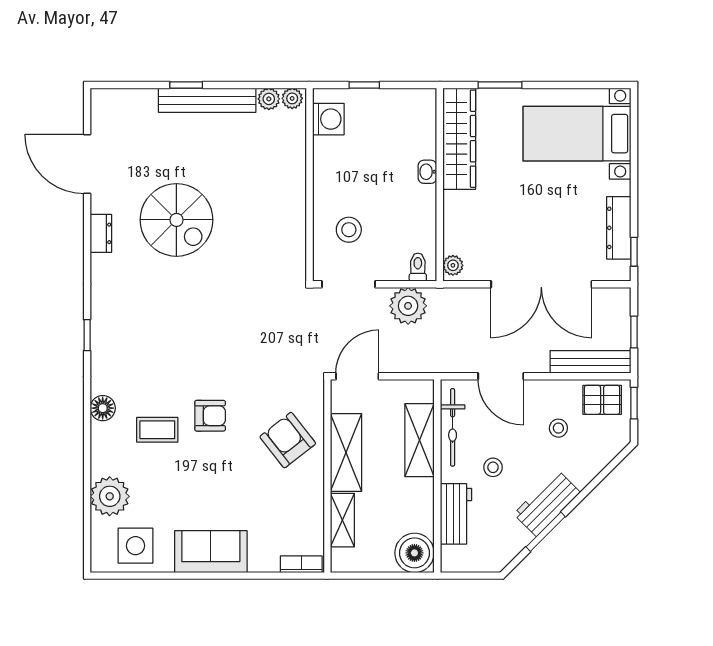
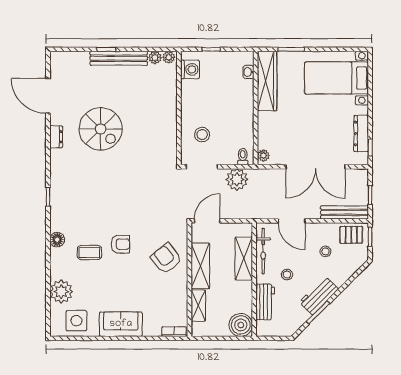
washbasin: (427, 172) -> (248, 72), moved

